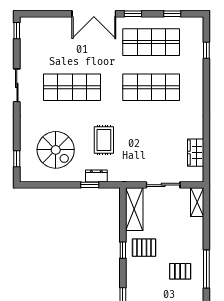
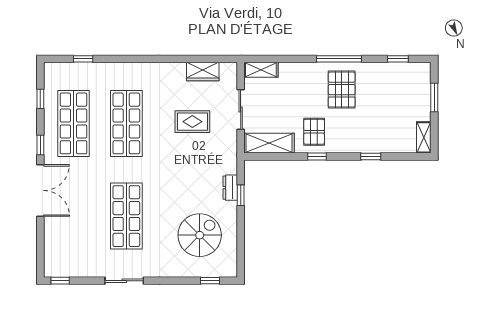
rug: (104, 140) -> (192, 122), moved
pallet: (180, 271) -> (342, 90), width x1.50, depth x1.42

